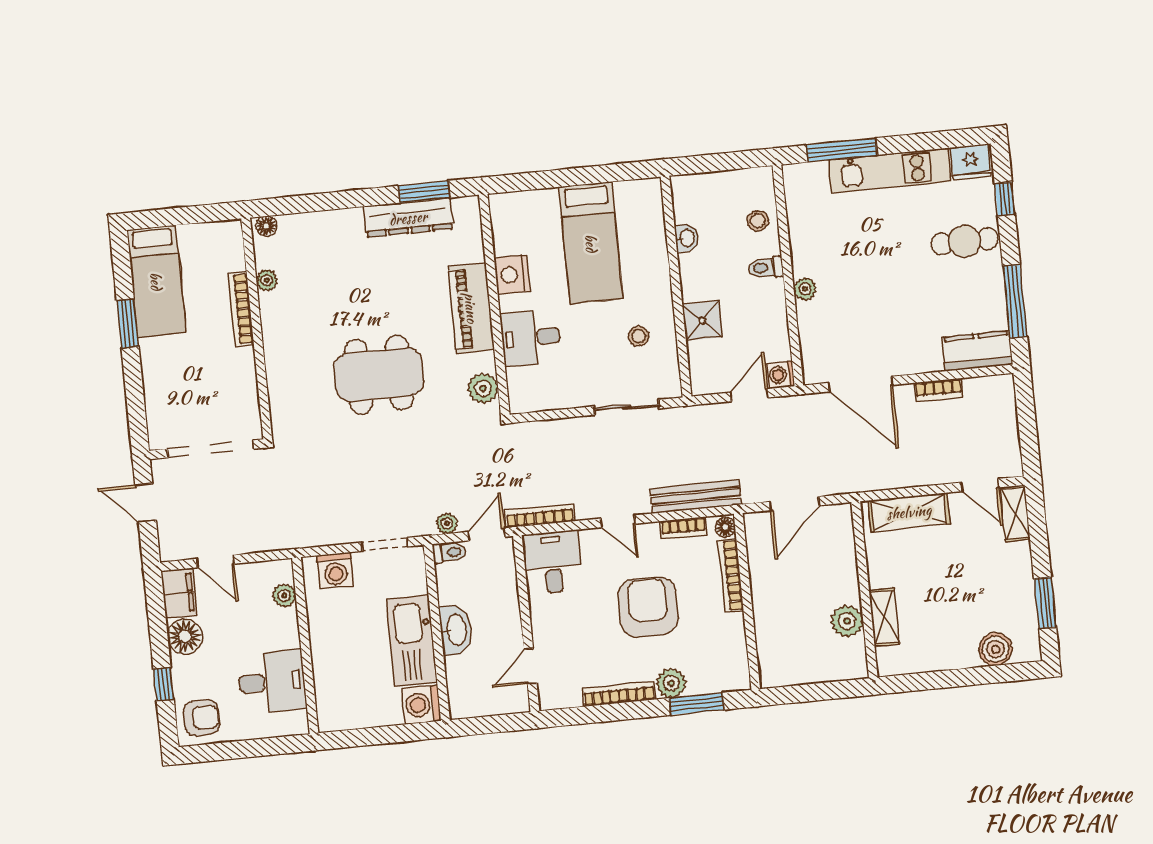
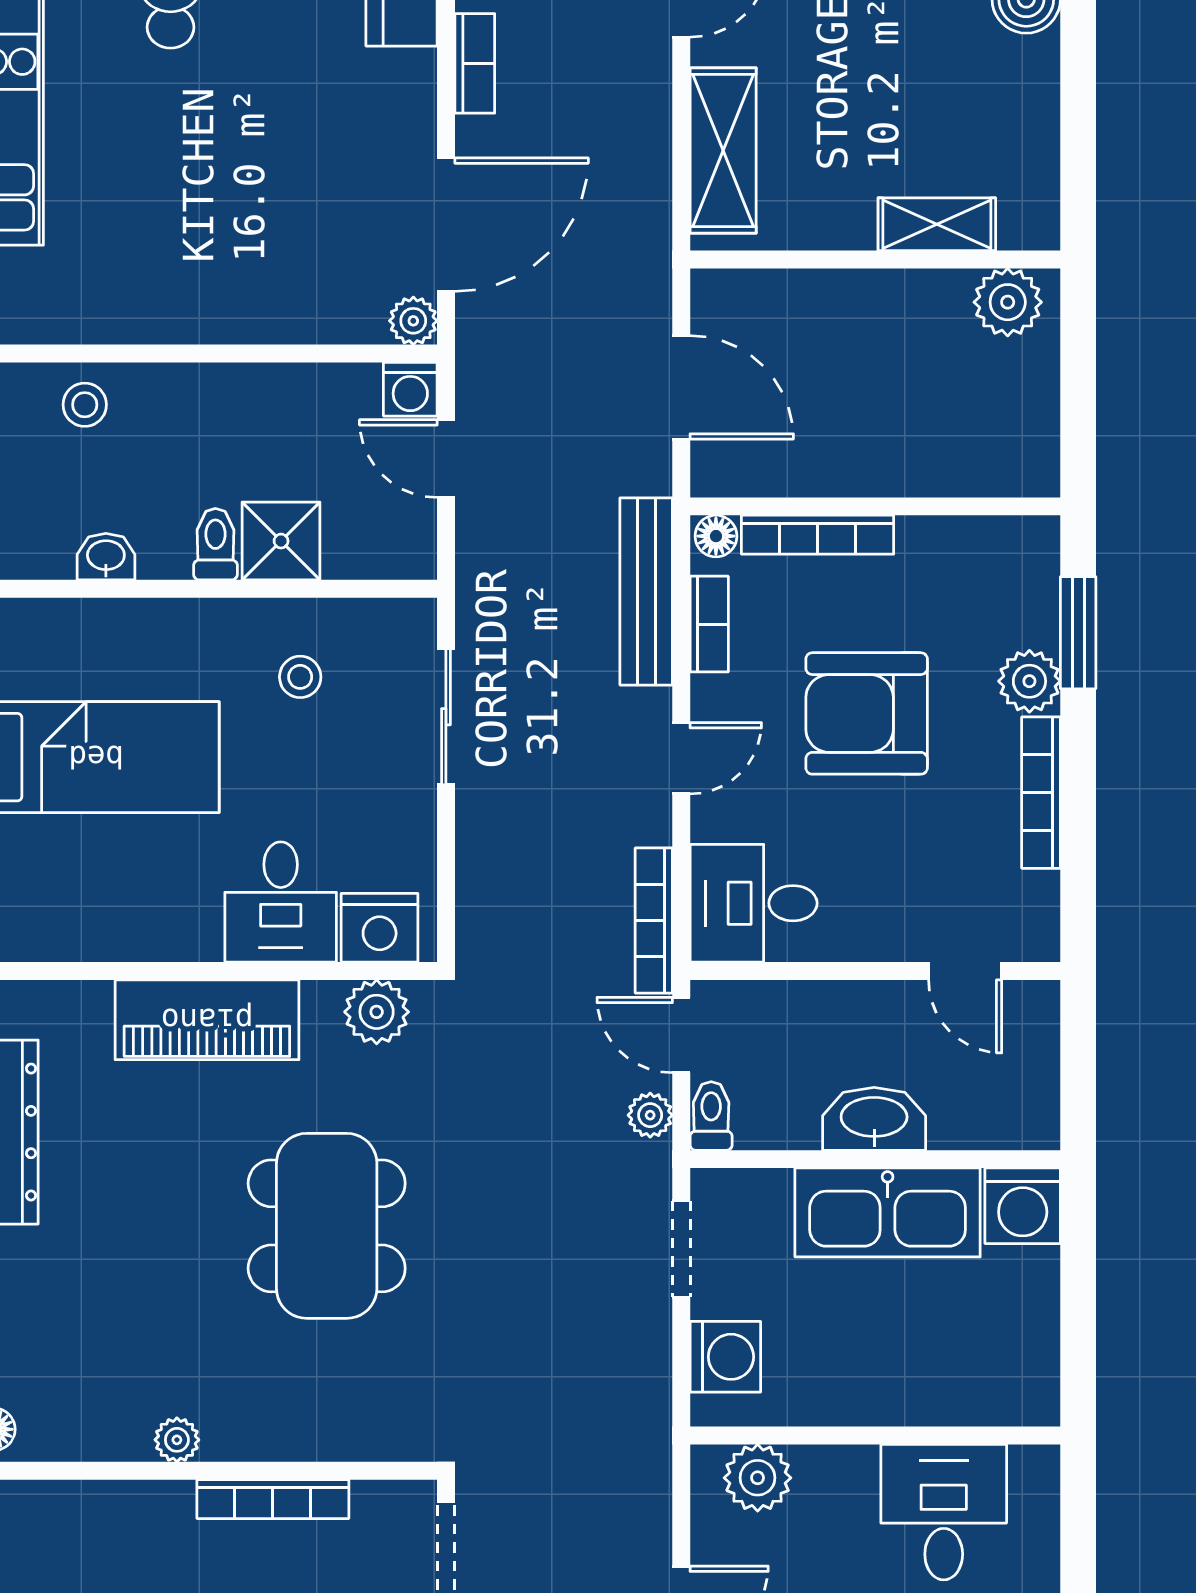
toilet: (766, 268) -> (215, 544), moved, turned 180
nightstand: (512, 275) -> (380, 928), moved
plant: (267, 280) -> (177, 1440), moved
plant: (805, 289) -> (413, 321), moved
bookcase: (241, 309) -> (273, 1499), moved
plant: (284, 595) -> (758, 1478), width x1.38, depth x1.38
plant: (847, 621) -> (1008, 302), moved

